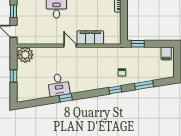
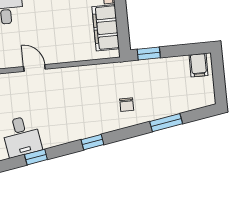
filing cabinet: (90, 37) -> (106, 28), moved, turned -90
window: (115, 90) -> (92, 142), moved

